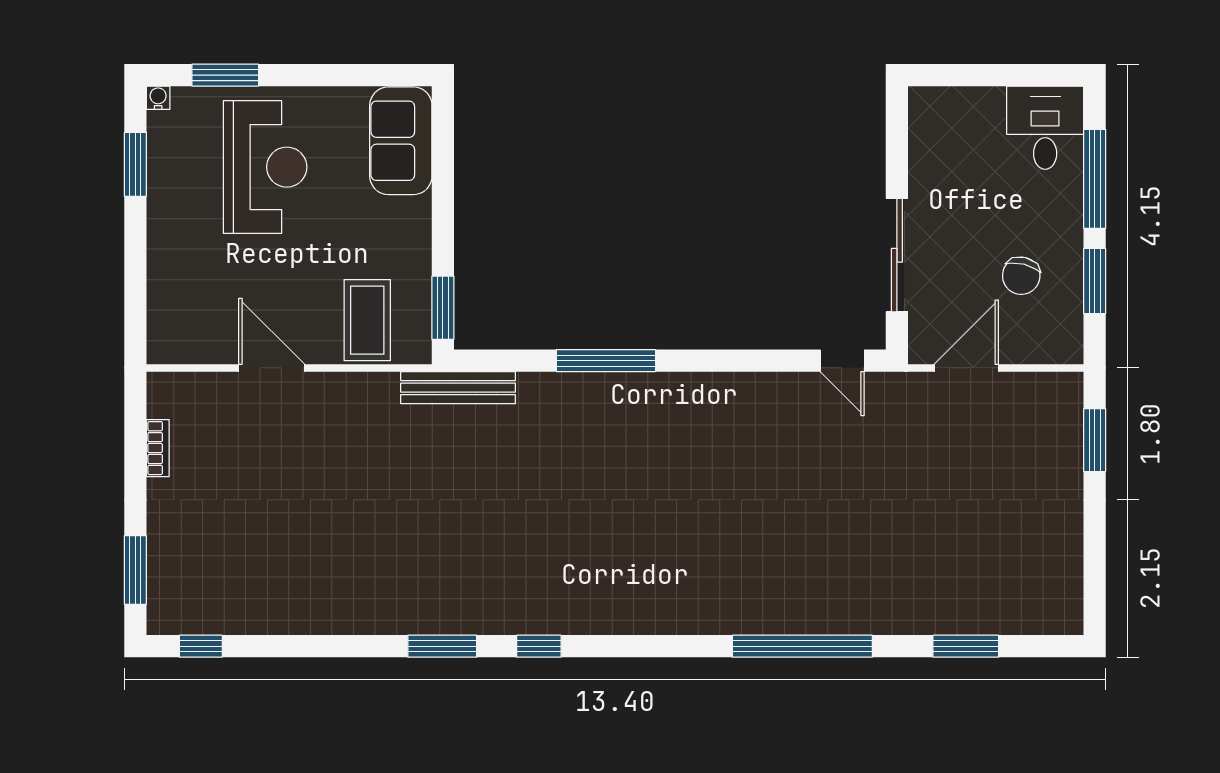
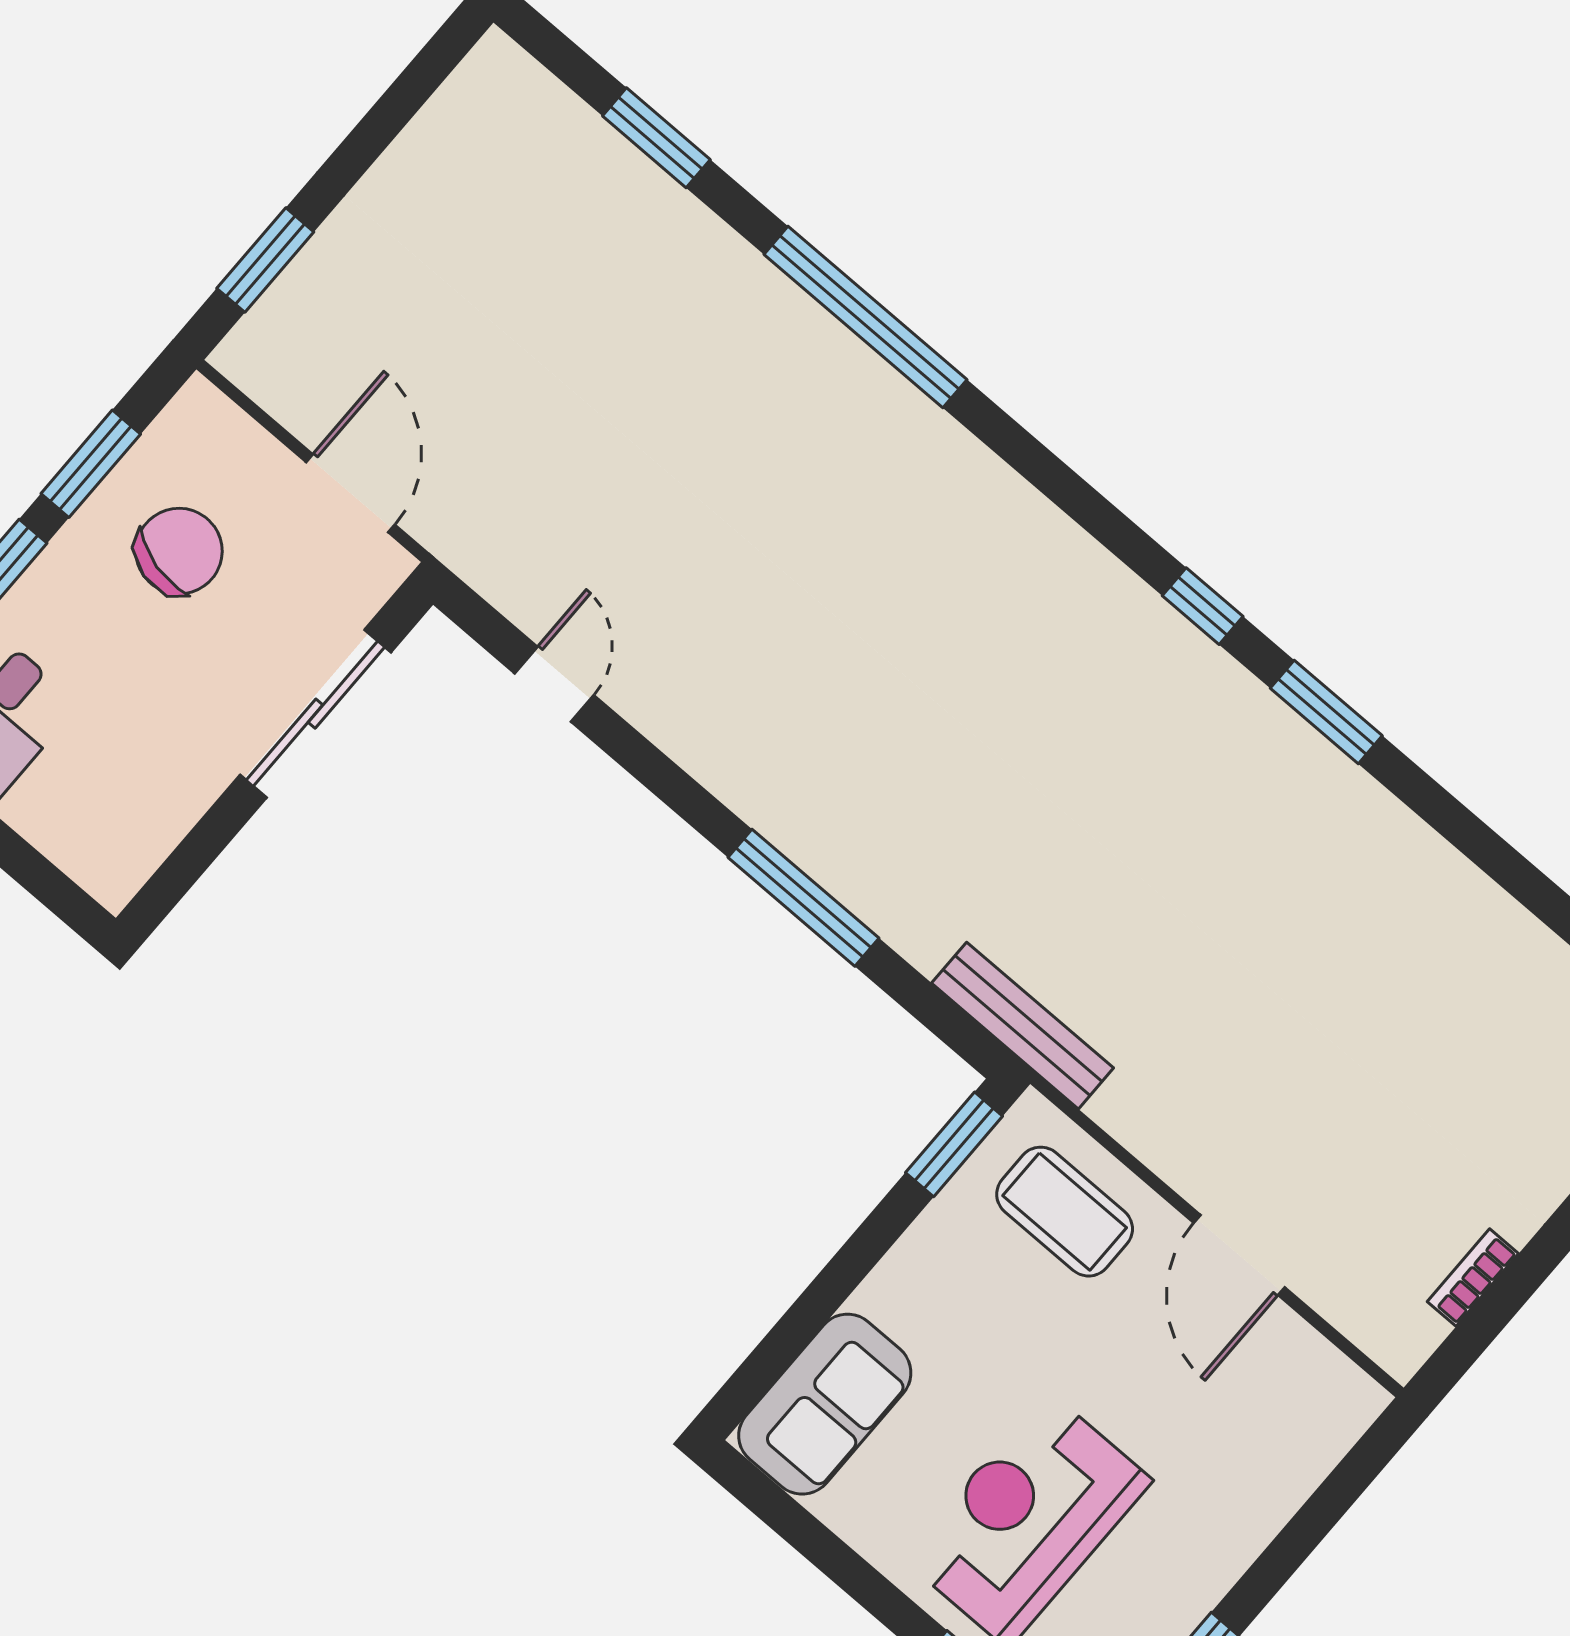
chair: (1021, 276) -> (179, 551), width x1.37, depth x1.37
coffee table: (367, 320) -> (1065, 1212), turned 90
door: (842, 361) -> (554, 684), moved
door: (966, 368) -> (350, 493), swing flipped

